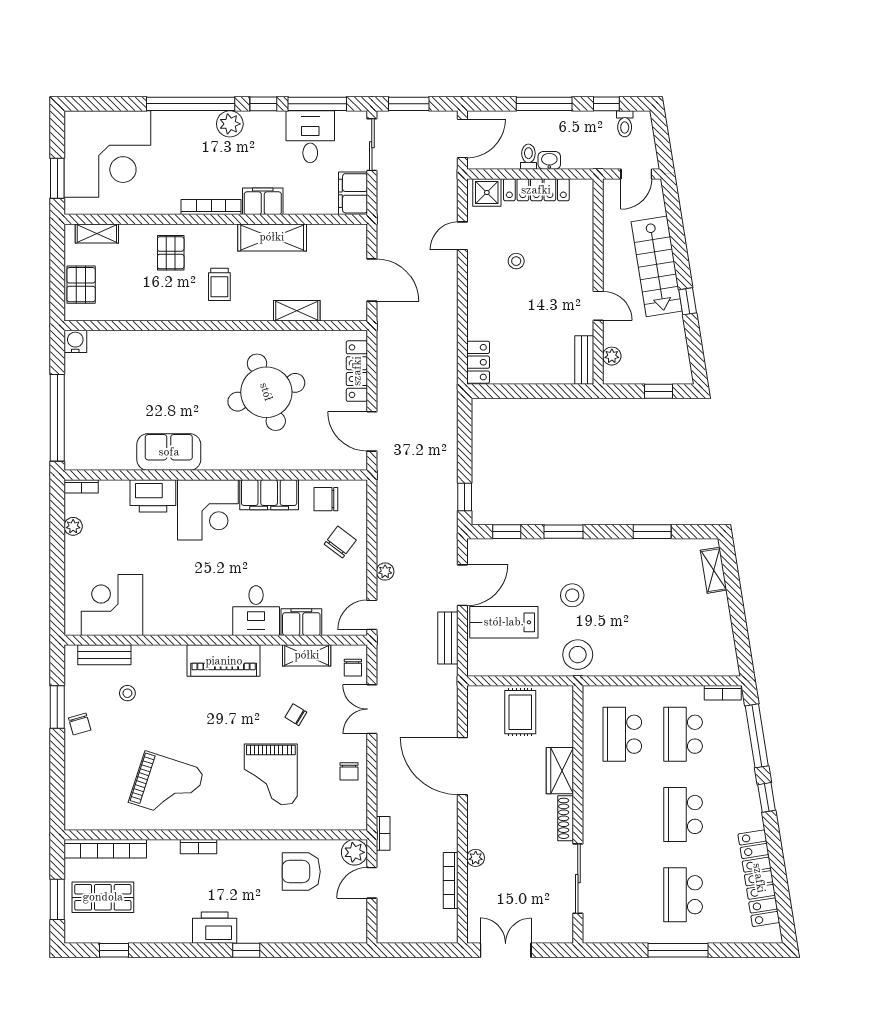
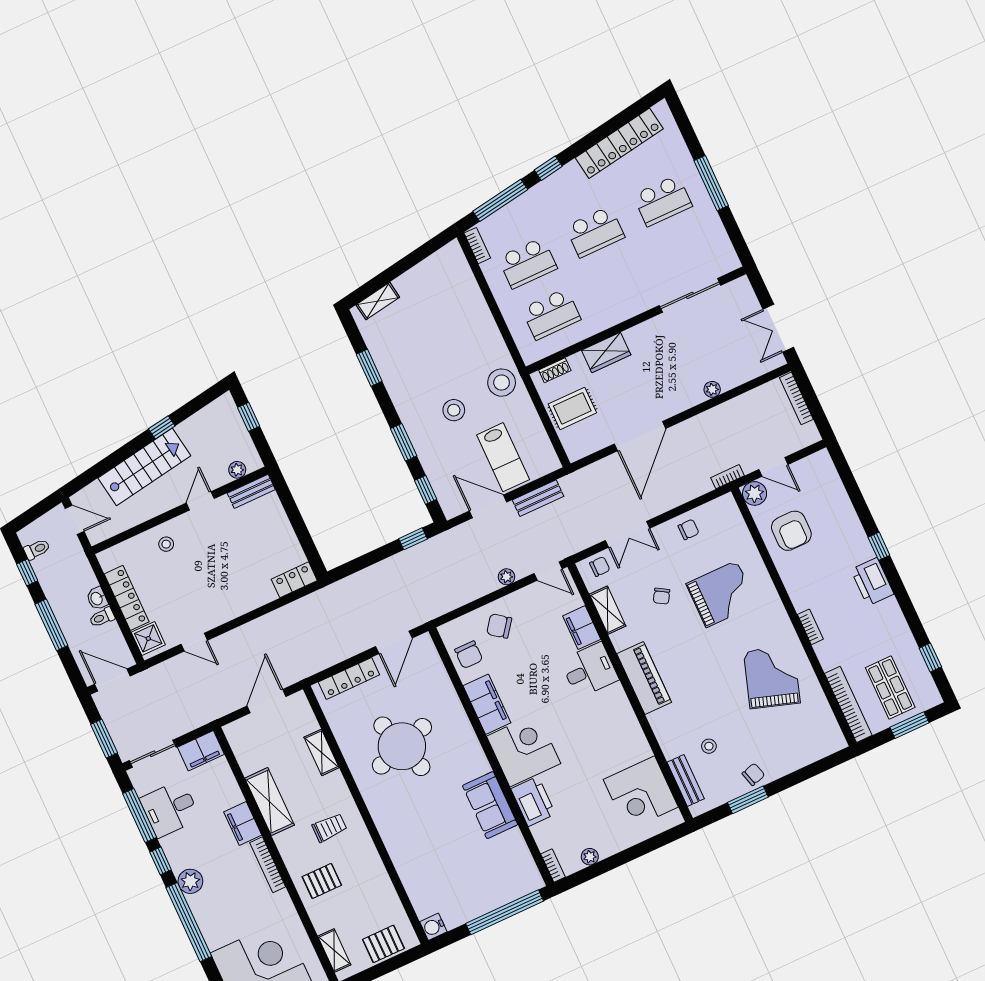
stool: (516, 261) -> (166, 544), moved
shoe rack: (566, 818) -> (555, 370), moved, width x0.70
bookcase: (451, 880) -> (796, 398), moved, turned 90

